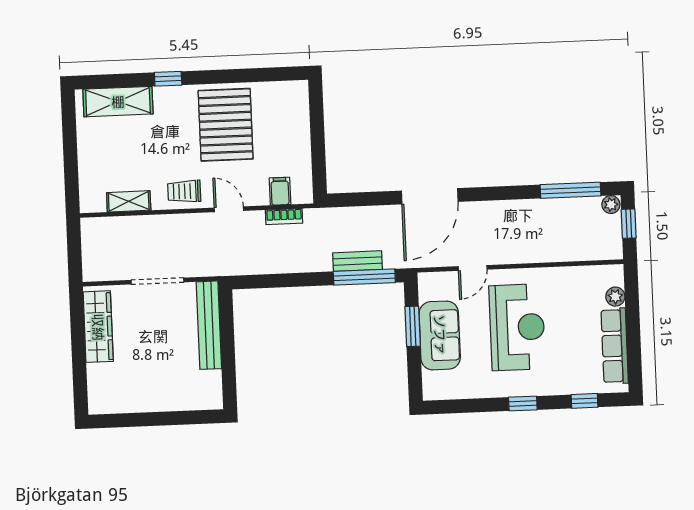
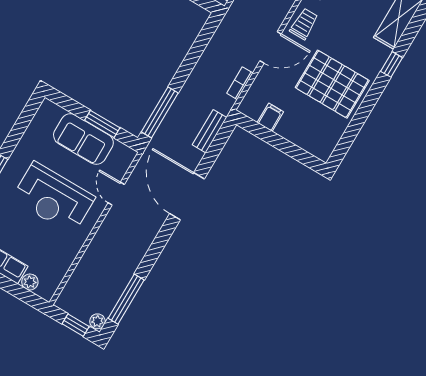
filing cabinet: (280, 191) -> (270, 117), moved, turned -90
door: (229, 209) -> (271, 47), width x1.38
bench: (357, 261) -> (210, 131), moved

